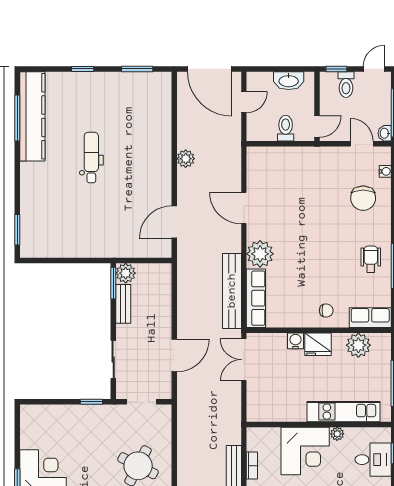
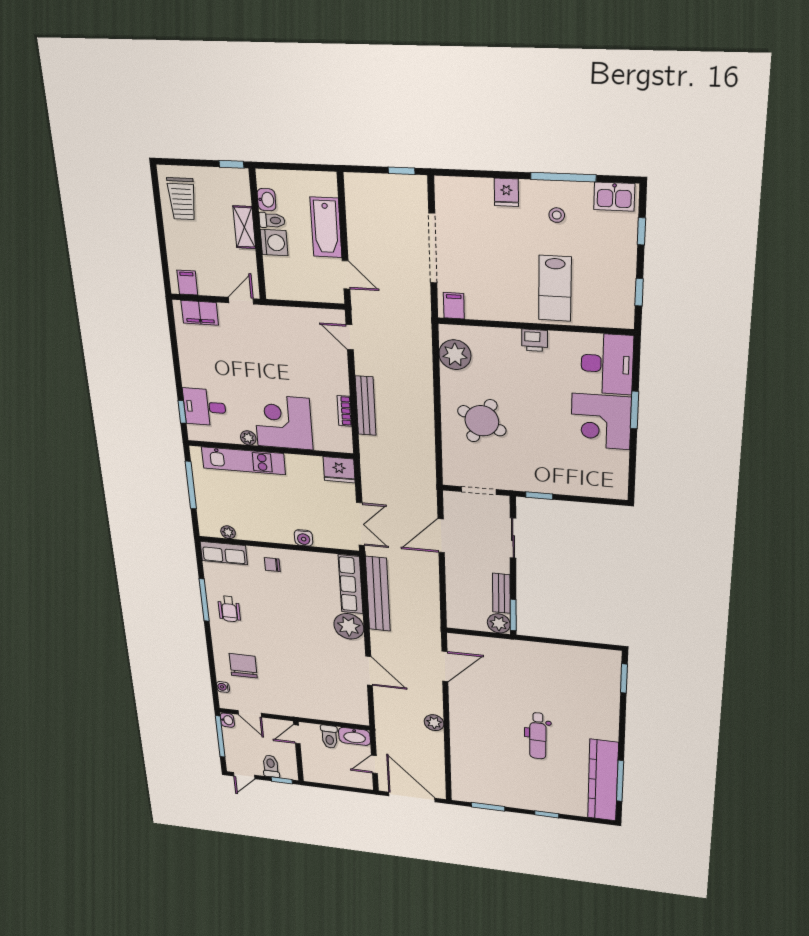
washbasin: (289, 81) -> (355, 736), moved, turned 180
fridge: (318, 344) -> (339, 470), moved, turned 180
plant: (358, 345) -> (228, 532), width x0.53, depth x0.53

